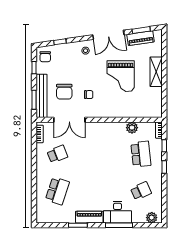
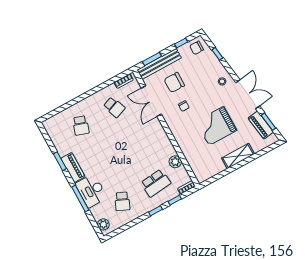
double door: (108, 35) -> (248, 94), swing flipped
school desk: (57, 191) -> (81, 125), width x0.54
school desk: (141, 191) -> (122, 201), turned 48

